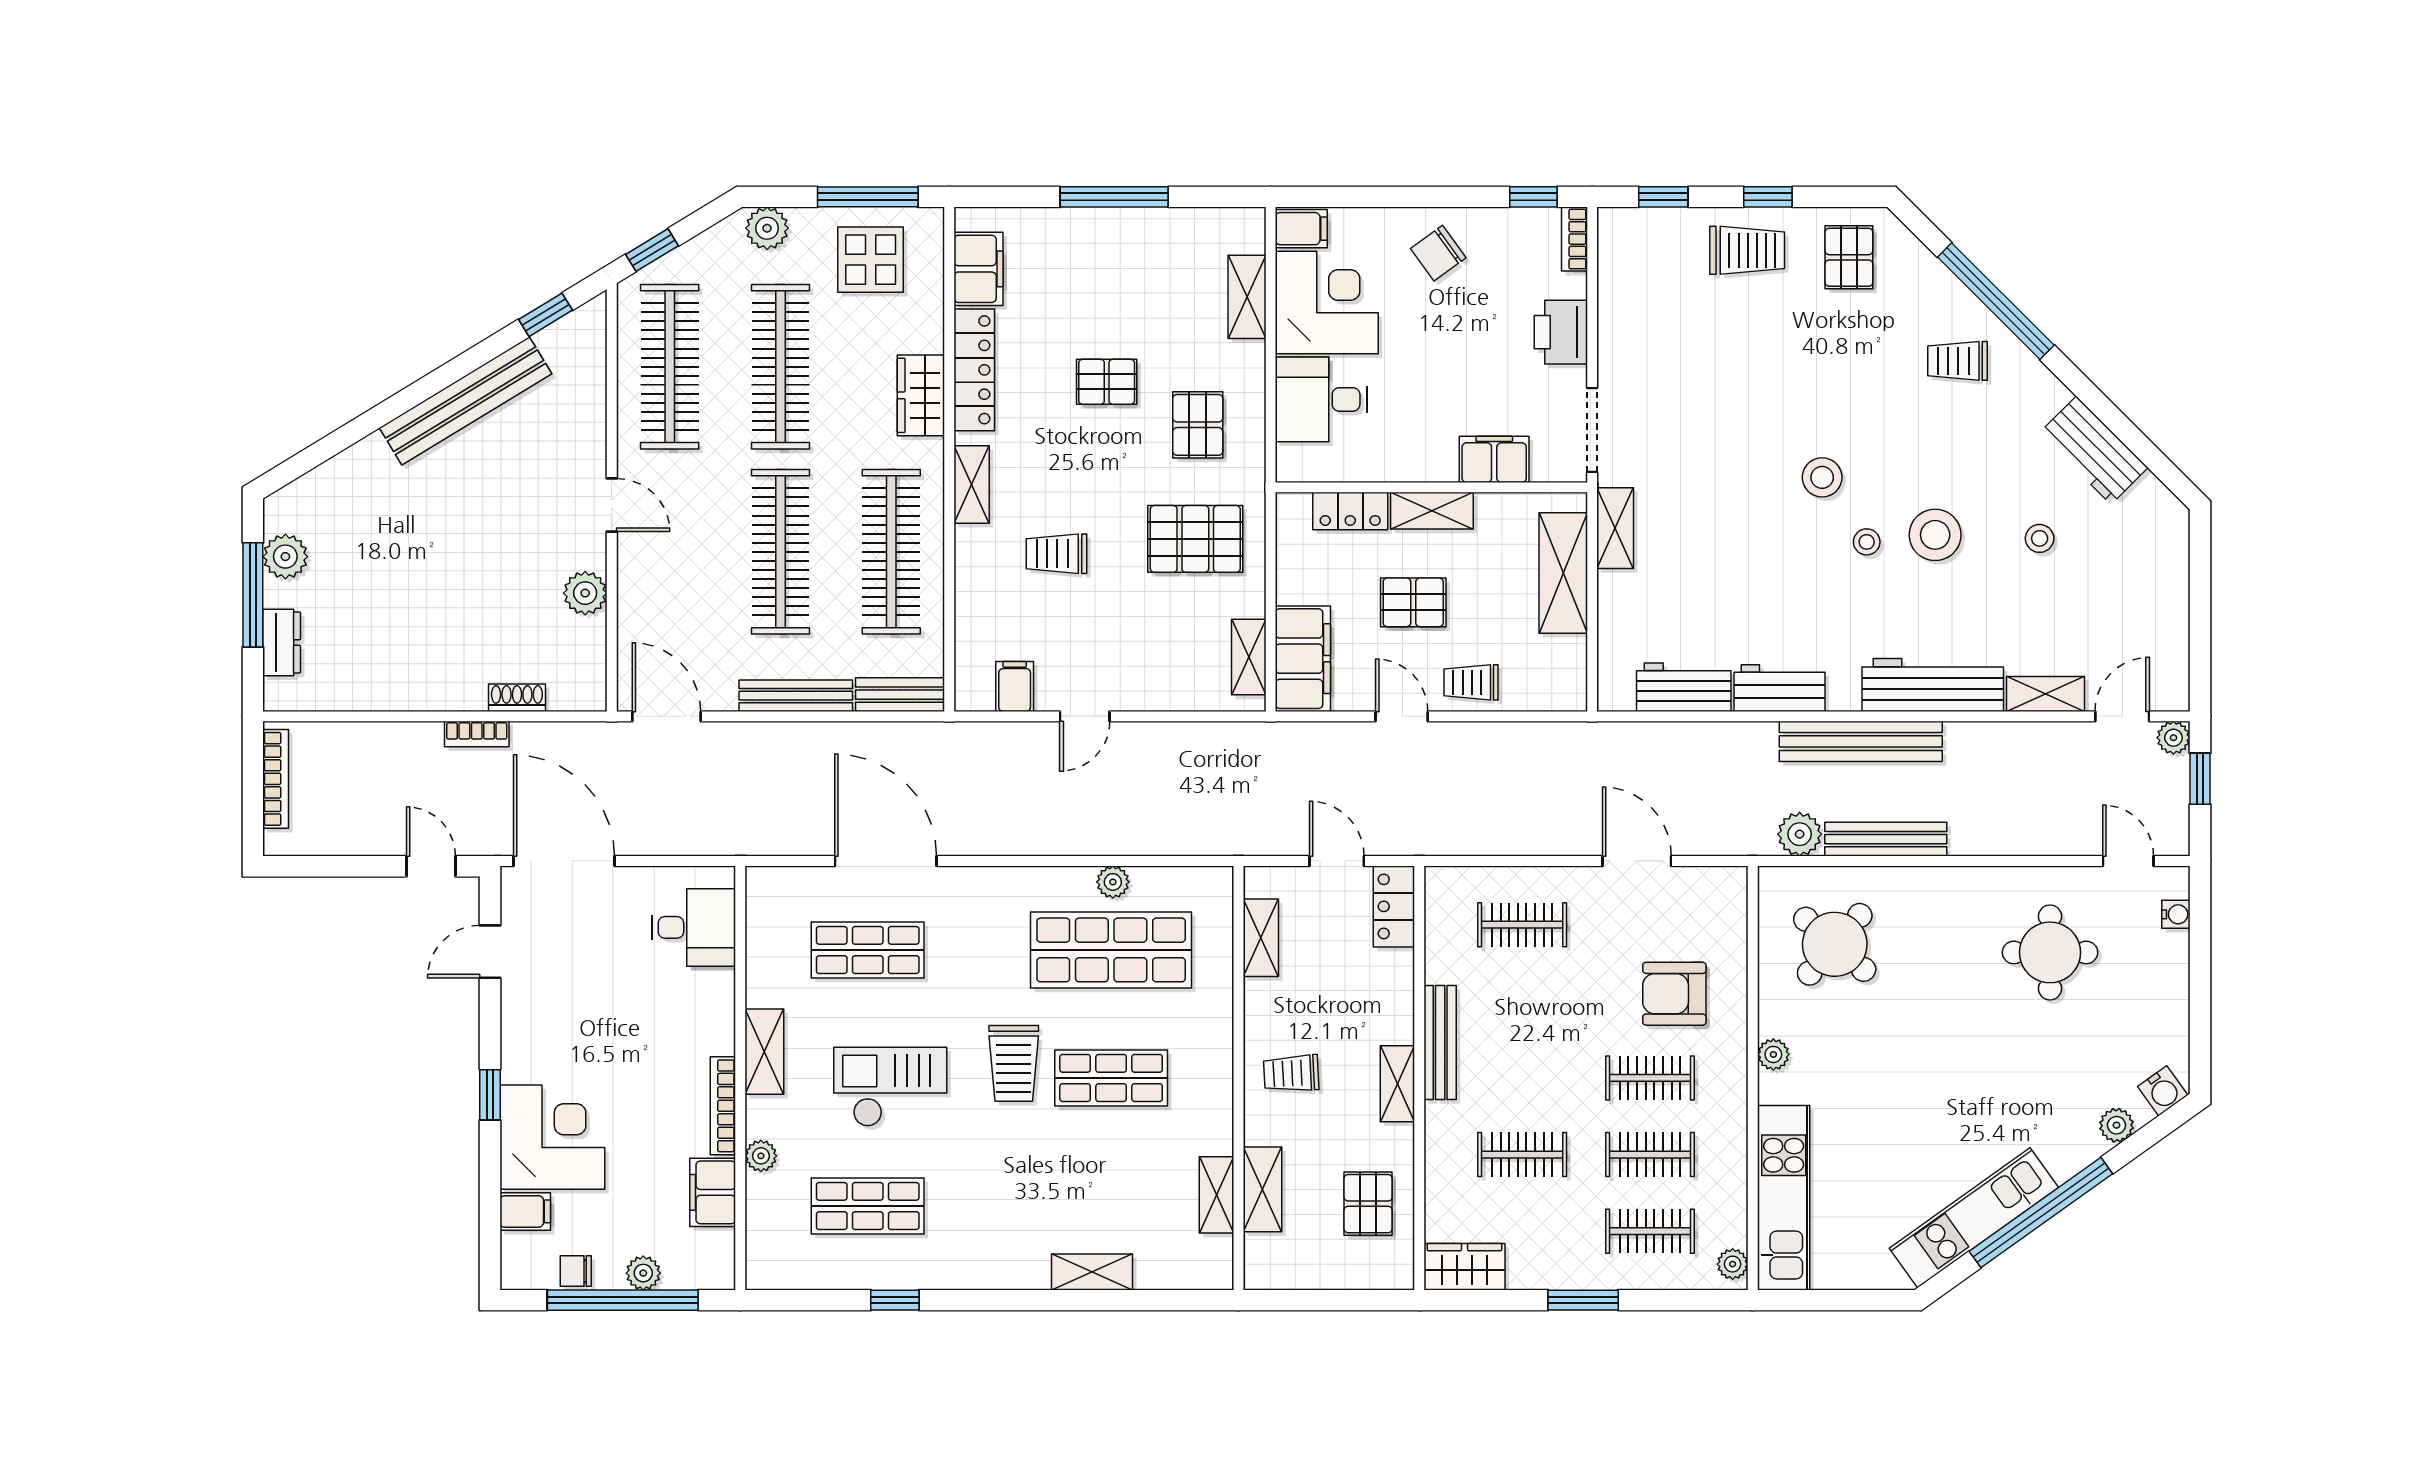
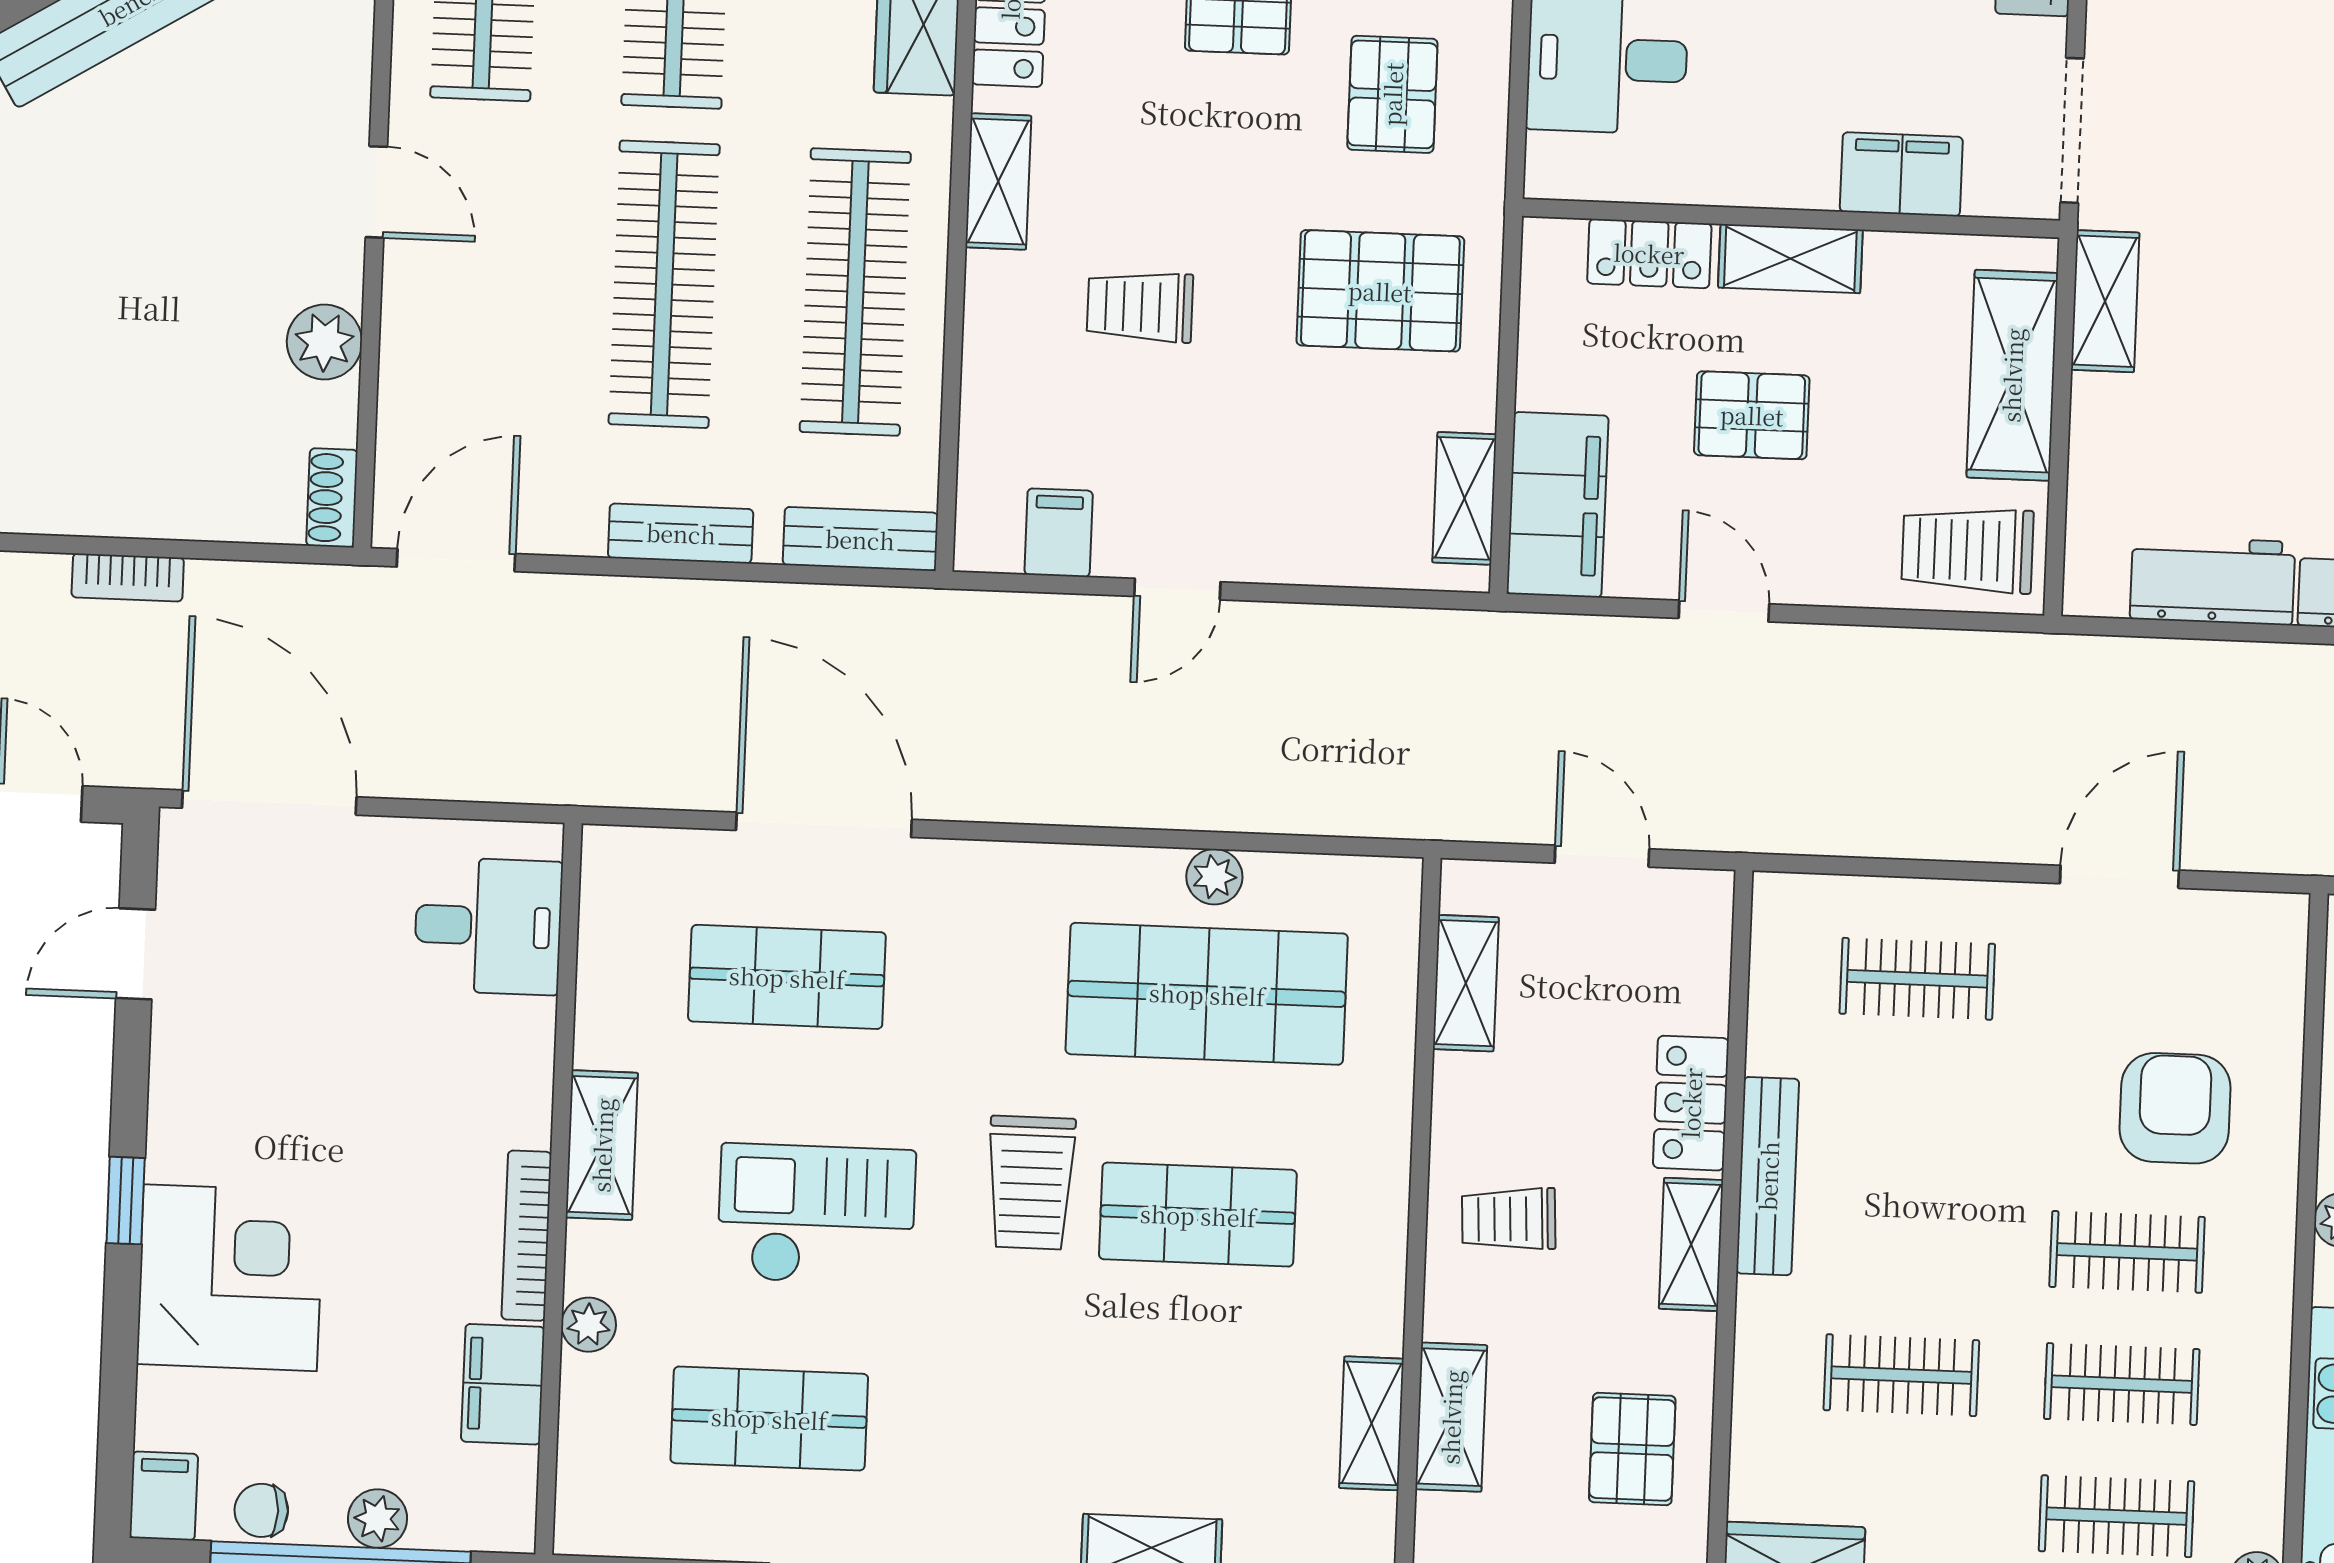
trolley: (1471, 682) -> (1968, 550), moved, width x1.36, depth x1.39
bench: (796, 696) -> (681, 533), width x0.73
shoe rack: (517, 698) -> (332, 498), moved, turned -90
door: (666, 716) -> (456, 560), hinge flipped
door: (1637, 861) -> (2119, 877), hinge flipped
locker: (1394, 906) -> (1691, 1103), moved
armchair: (1674, 994) -> (2175, 1108), turned 90
filing cabinet: (525, 1211) -> (164, 1496), moved, turned -90

